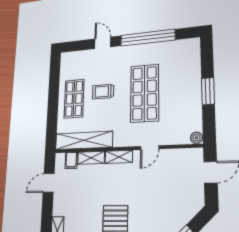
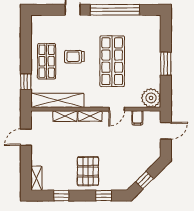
window: (52, 122) -> (26, 82), added
plant: (197, 138) -> (151, 98), width x1.87, depth x1.87
filing cabinet: (71, 161) -> (137, 118), moved

